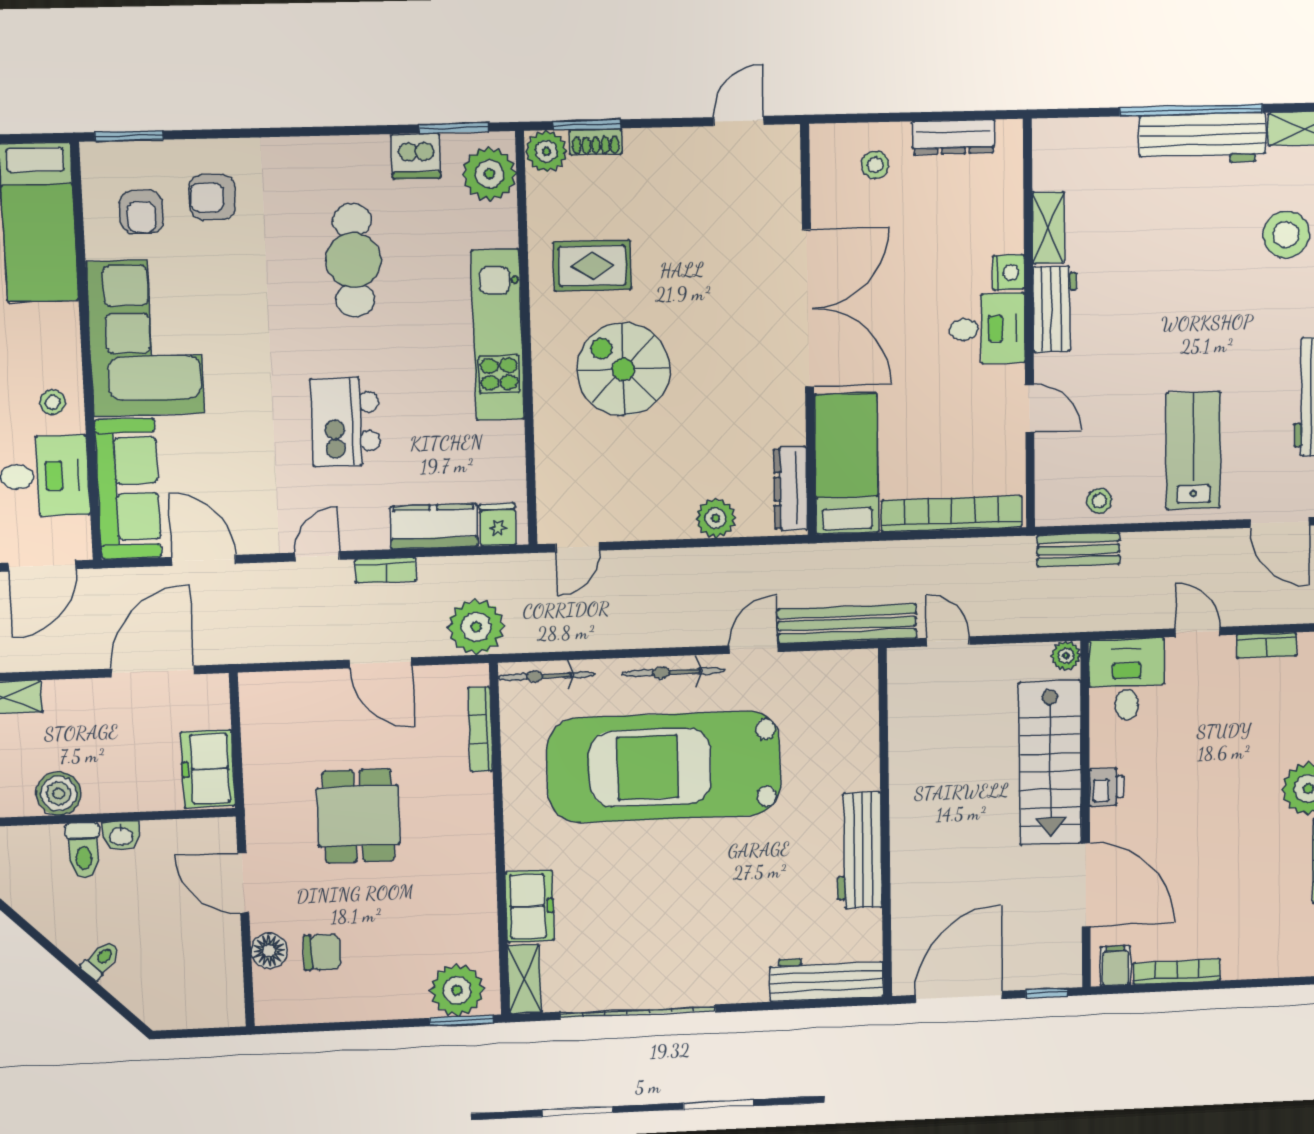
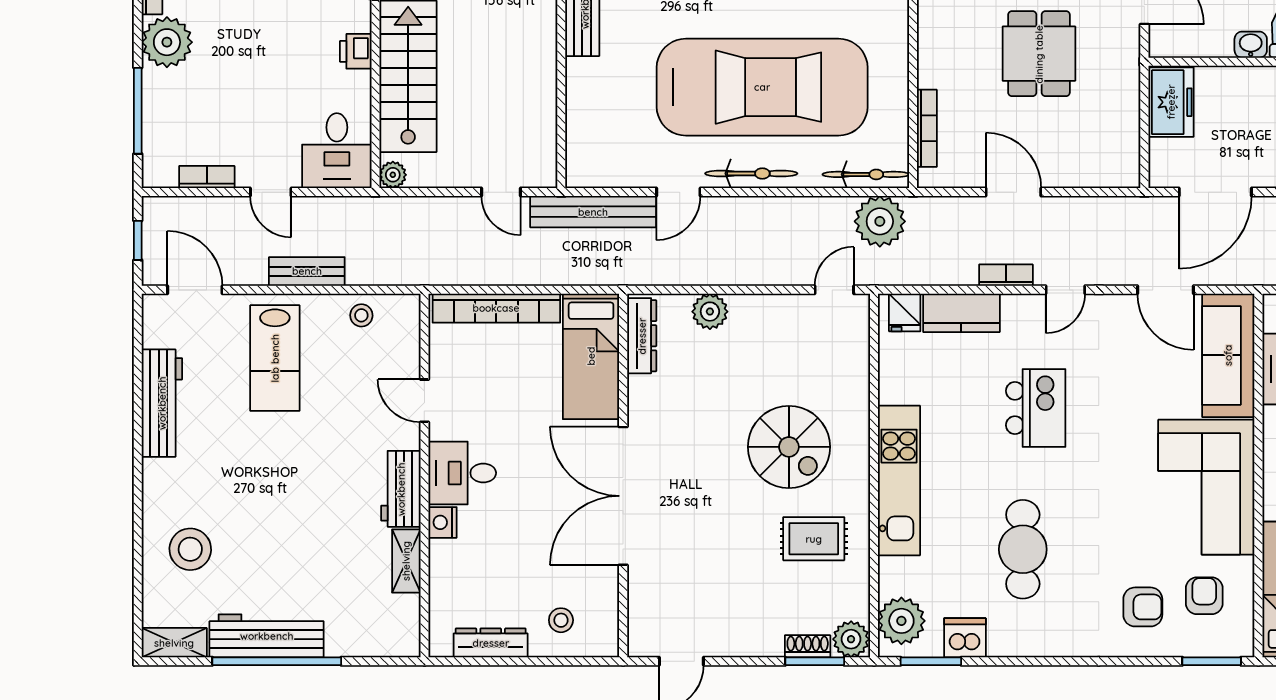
bench: (1078, 550) -> (307, 271), moved
plant: (476, 627) -> (880, 221), moved

